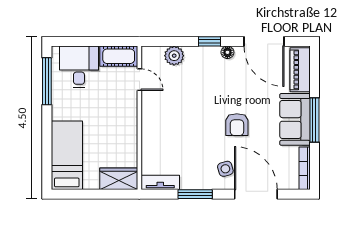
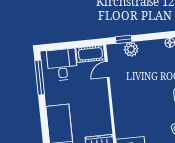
window: (210, 41) -> (124, 39), moved
door: (139, 80) -> (107, 69), swing flipped

